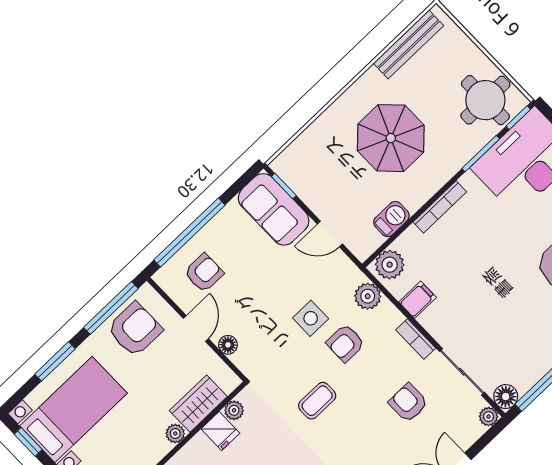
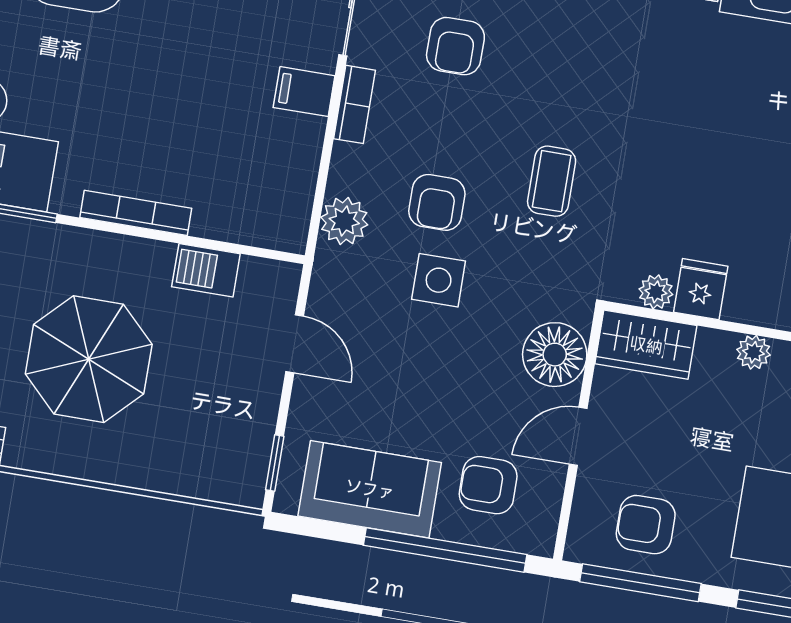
sofa: (274, 209) -> (370, 489), moved, turned -90
plant: (390, 265) -> (274, 223), removed
filing cabinet: (418, 300) -> (304, 92), moved
armchair: (135, 329) -> (646, 525), width x0.72, depth x0.72
armchair: (345, 343) -> (437, 202), turned 90
floor lamp: (228, 345) -> (555, 355), width x1.89, depth x1.89
coffee table: (317, 401) -> (552, 181), turned 90
wardrobe: (198, 404) -> (646, 345), moved

